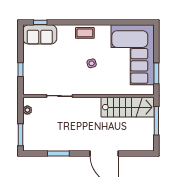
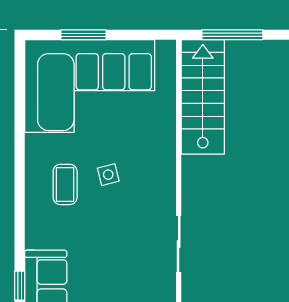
coffee table: (85, 33) -> (65, 184), moved
window: (156, 73) -> (83, 35), moved

